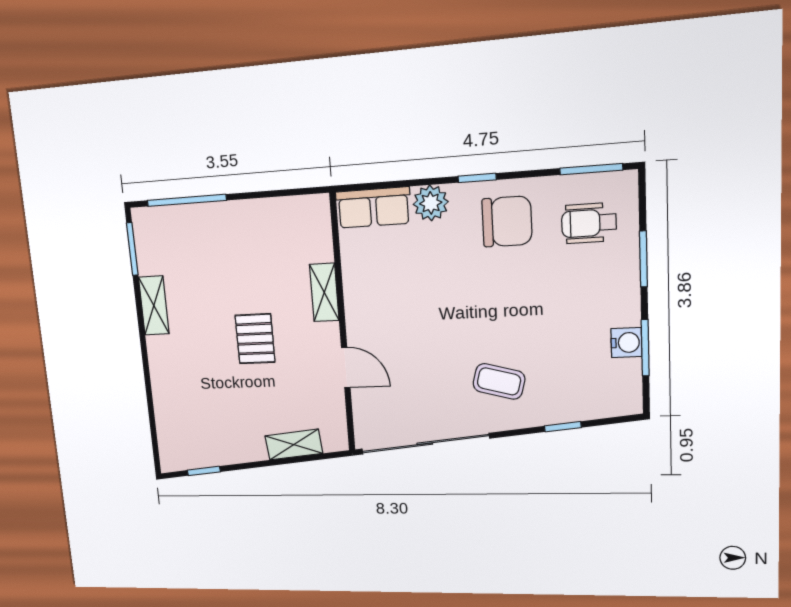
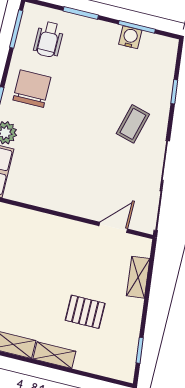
shelving: (324, 292) -> (54, 355), moved
pallet: (255, 339) -> (85, 312), moved
door: (346, 368) -> (113, 227), moved

